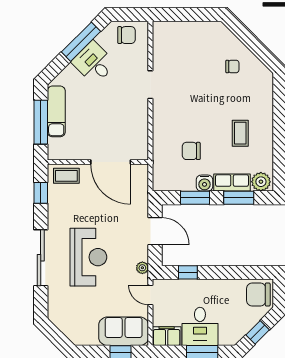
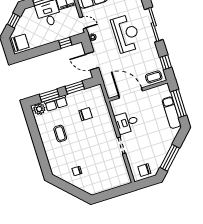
desk: (94, 63) -> (127, 122), moved, turned 135
water cooler: (205, 183) -> (72, 98), removed
reception desk: (88, 257) -> (126, 34), turned 180

